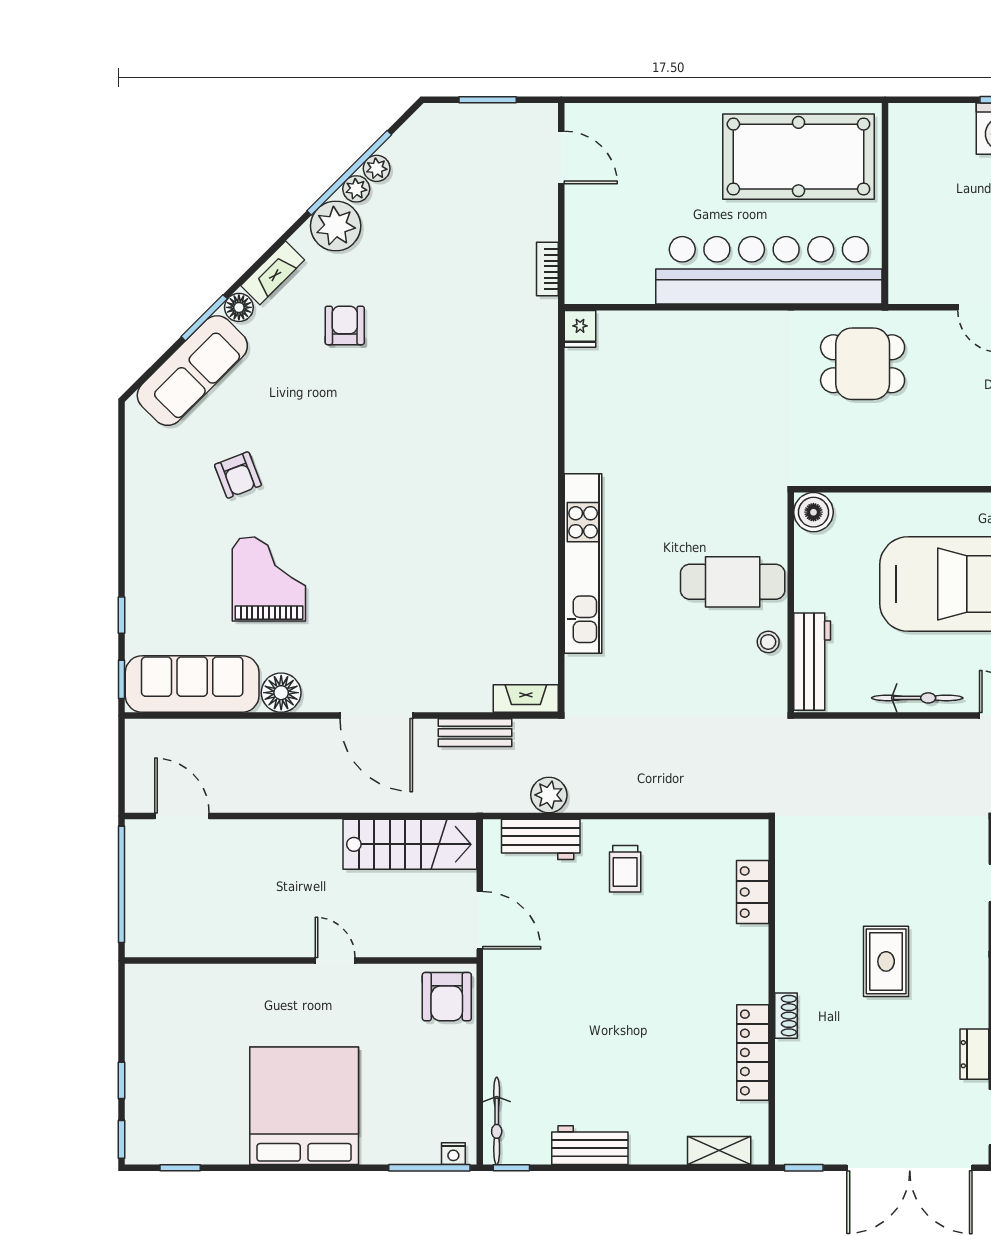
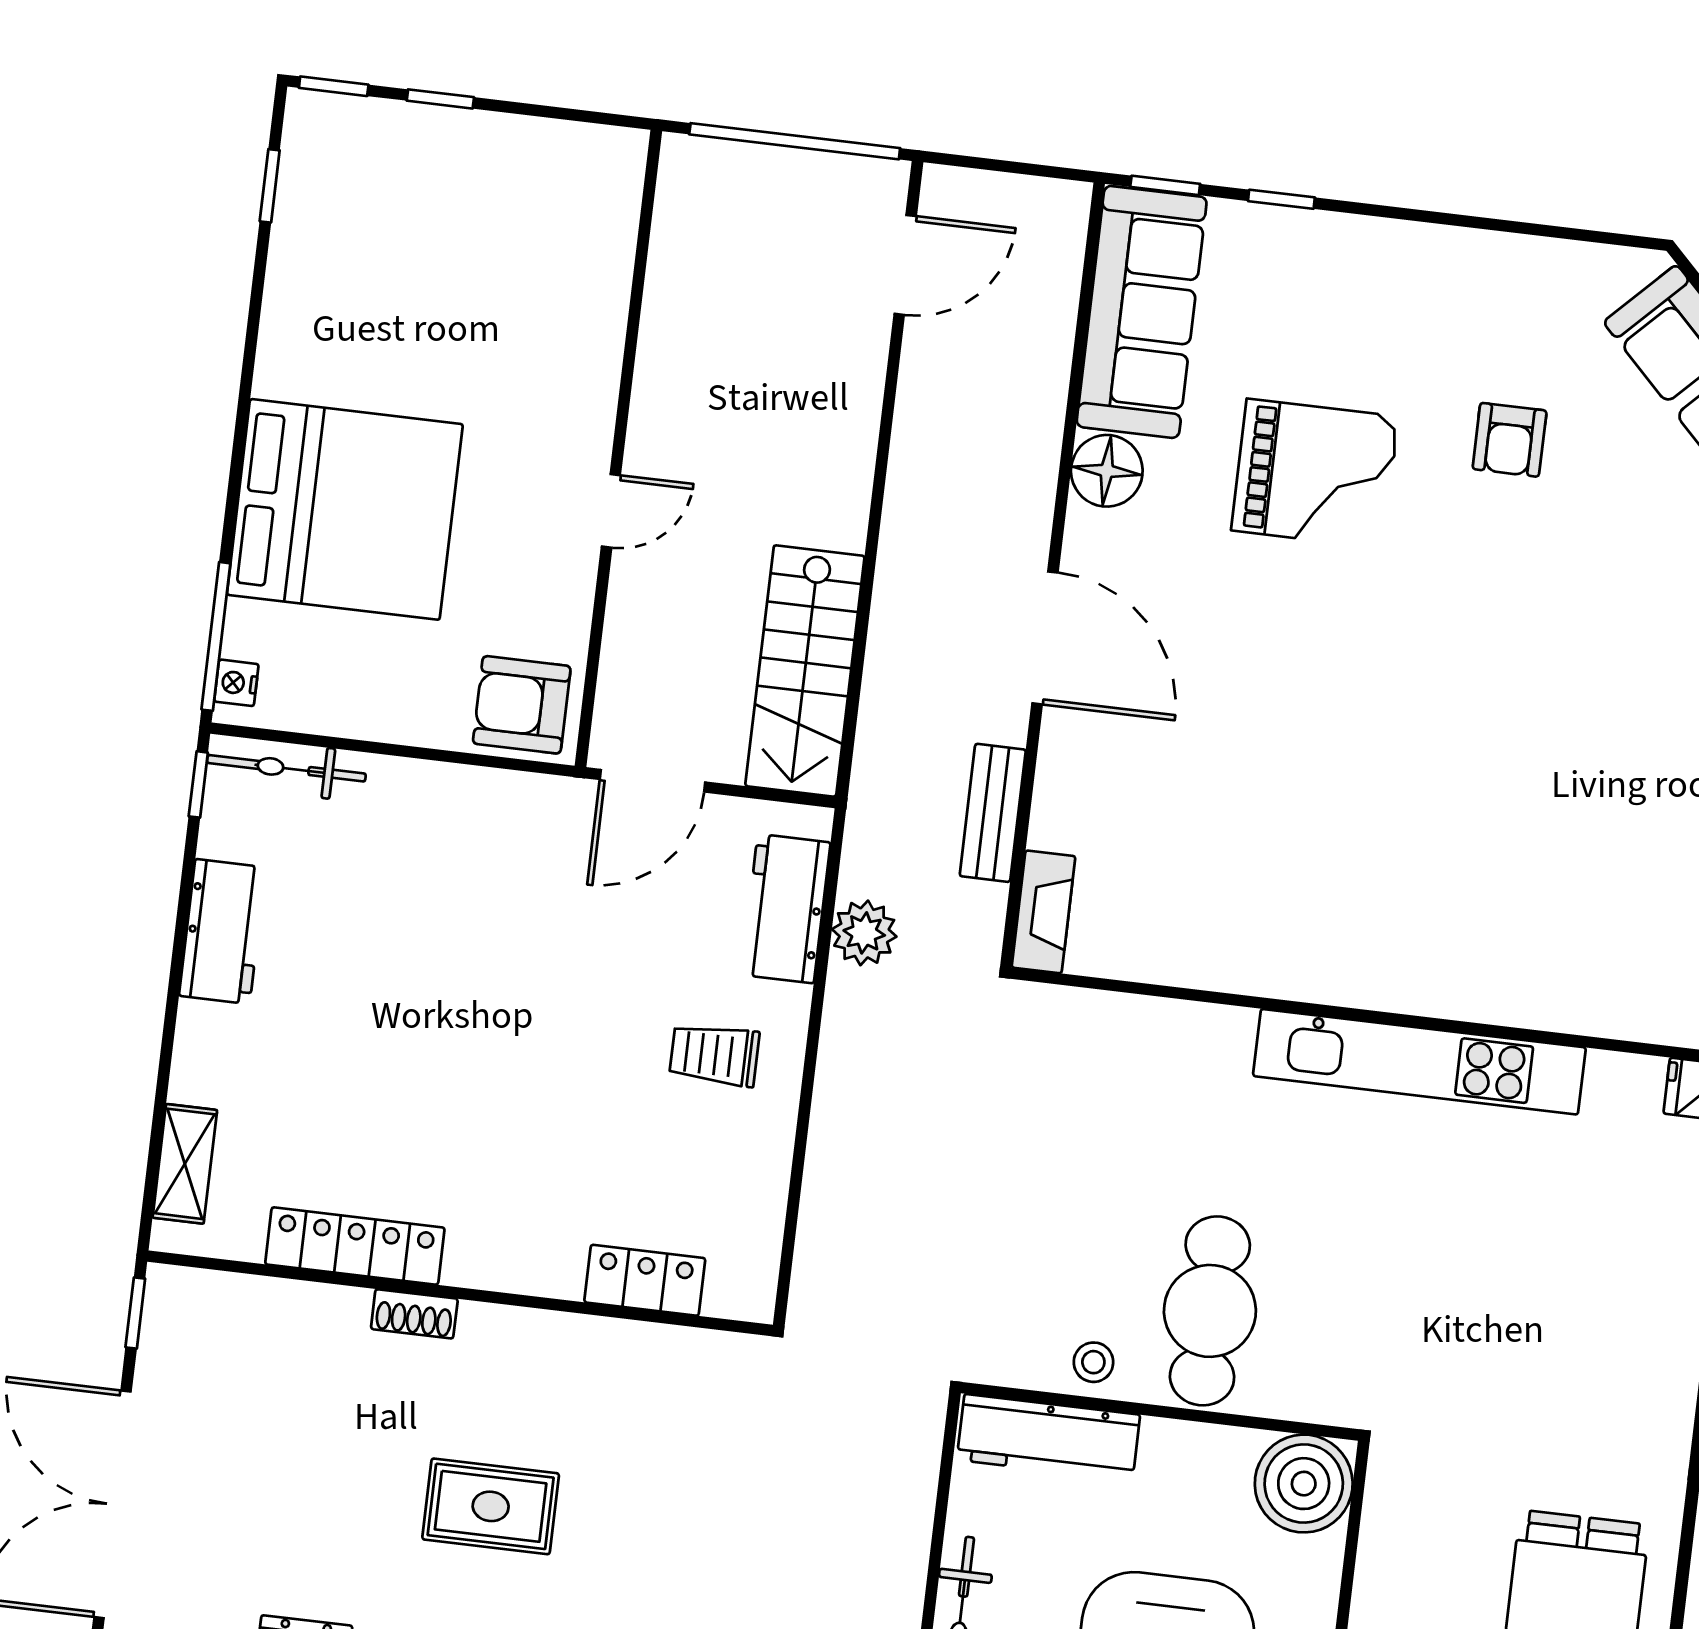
armchair: (238, 475) -> (1510, 440), turned -69
boiler: (813, 512) -> (1304, 1484), width x1.37, depth x1.37
kitchen unit: (583, 564) -> (1419, 1062), moved
door: (376, 716) -> (1045, 638), swing flipped
bed: (304, 1106) -> (345, 509), moved

